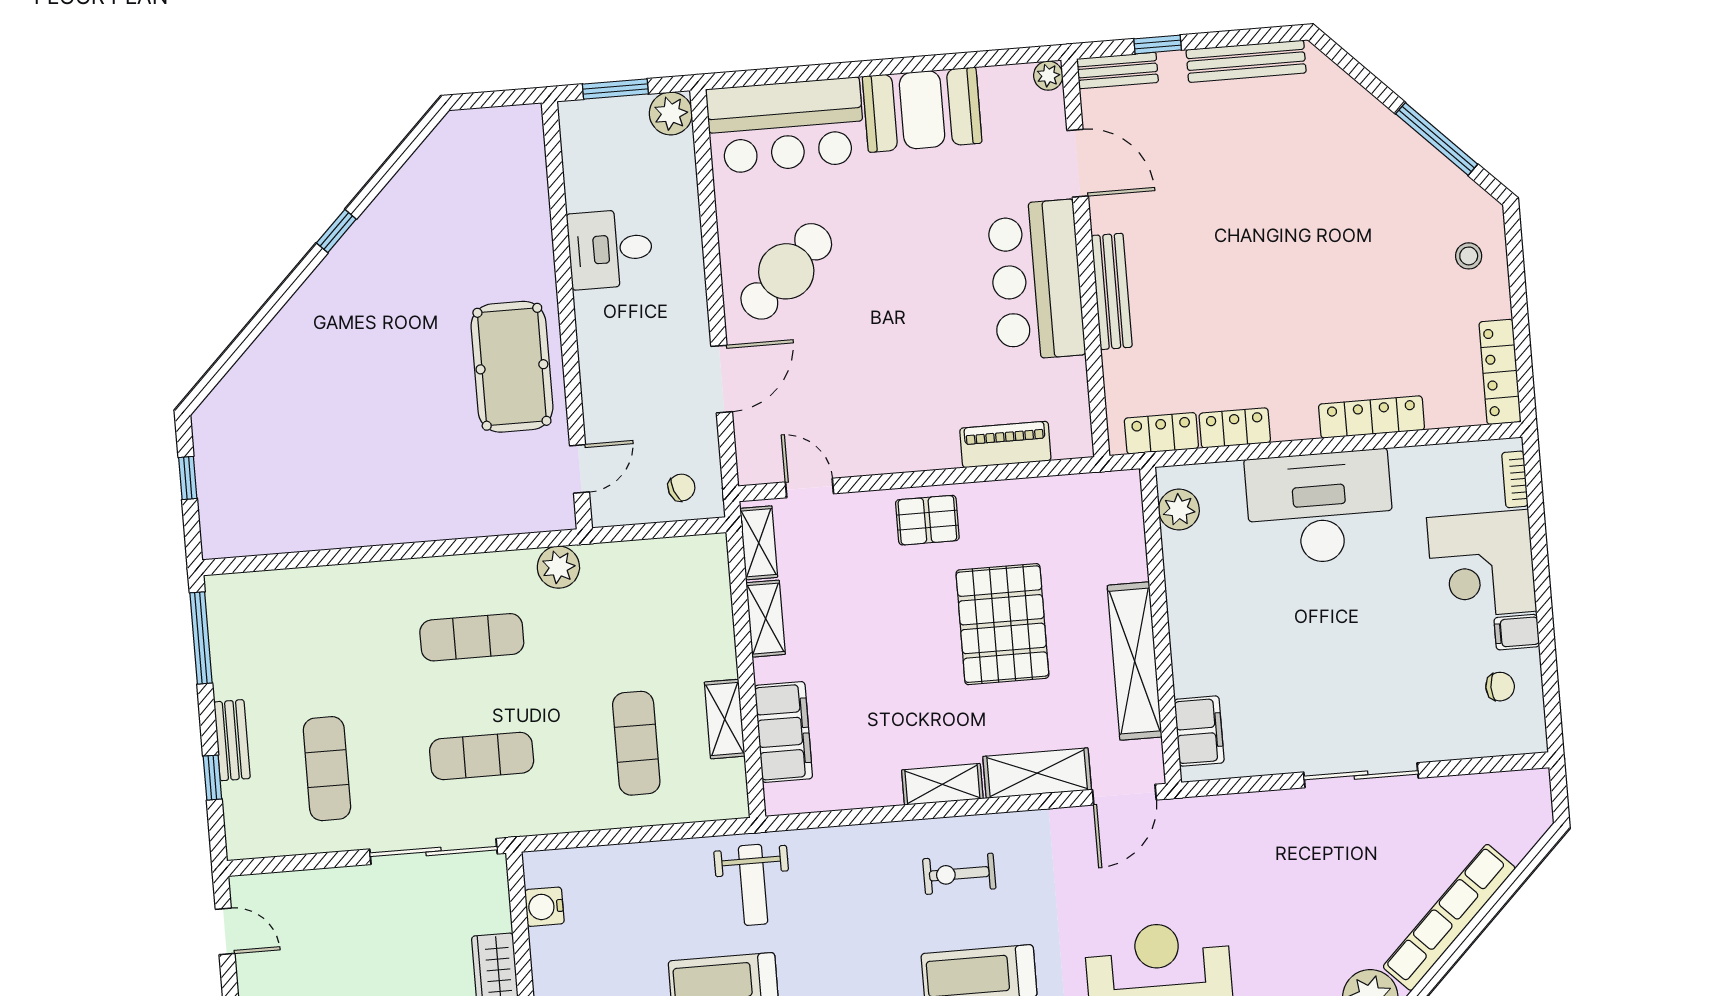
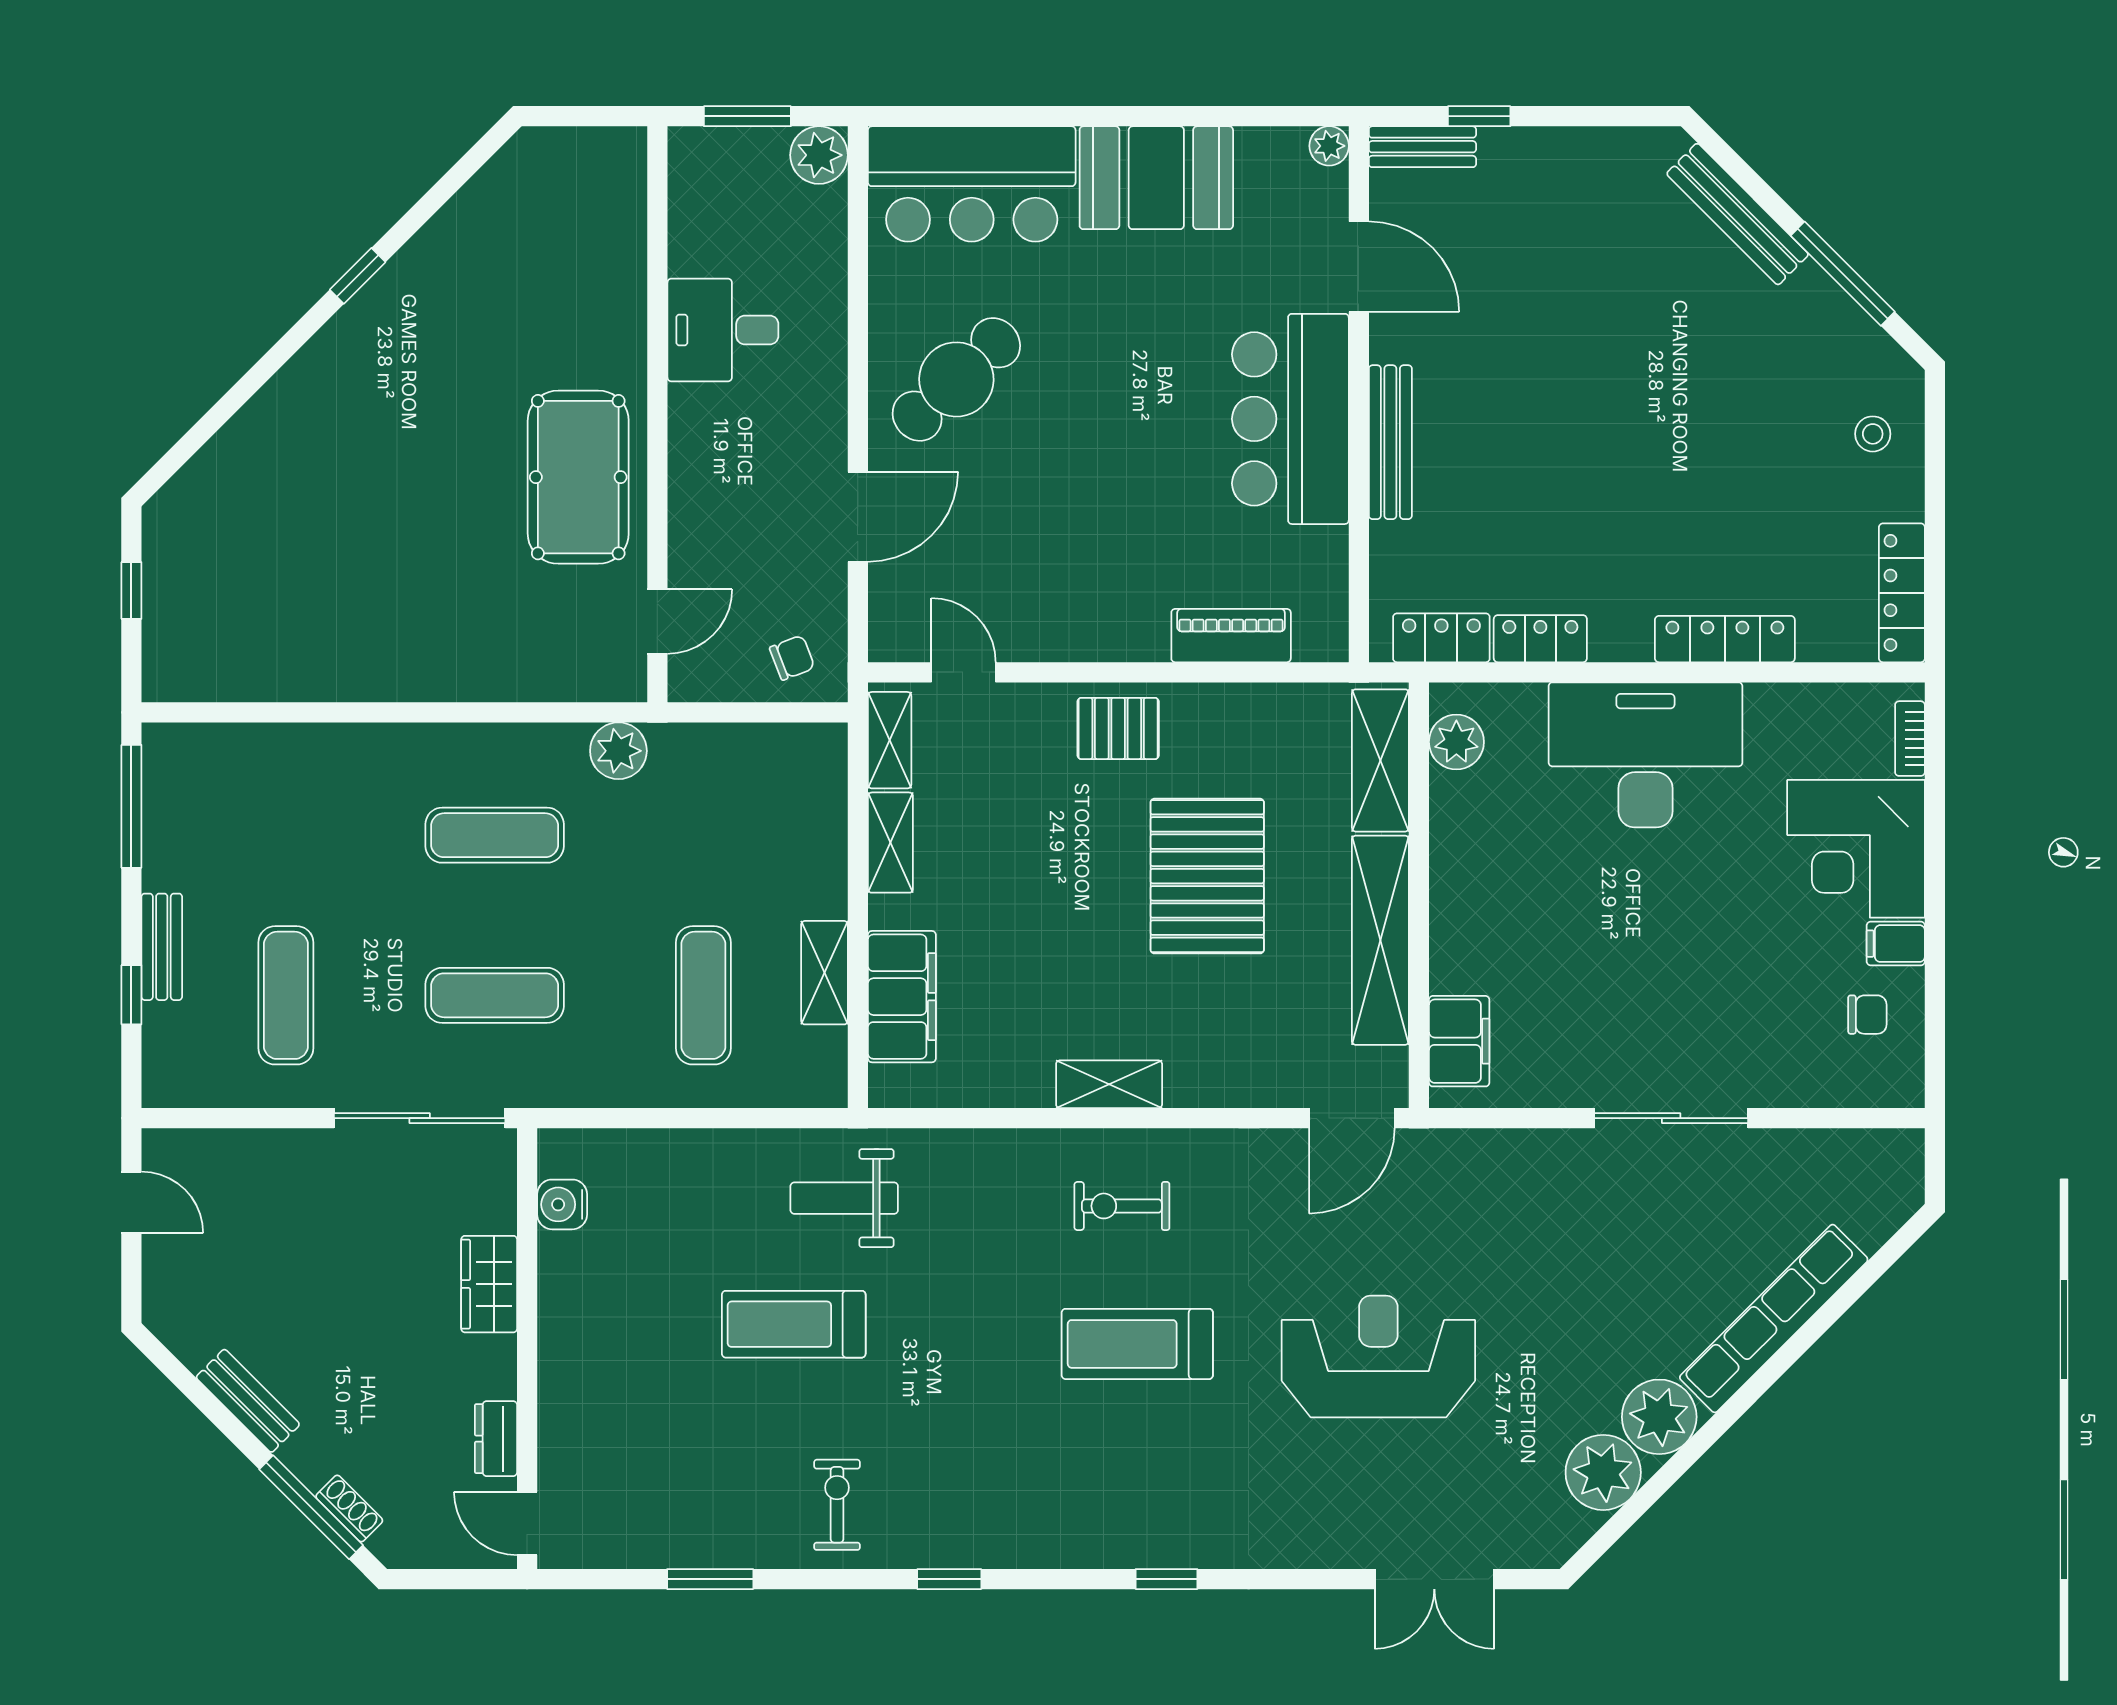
bench: (1246, 61) -> (1738, 214), moved, turned 45
shelving: (1037, 773) -> (1380, 760), moved, turned 90
weight bench: (753, 885) -> (844, 1198), turned 90

